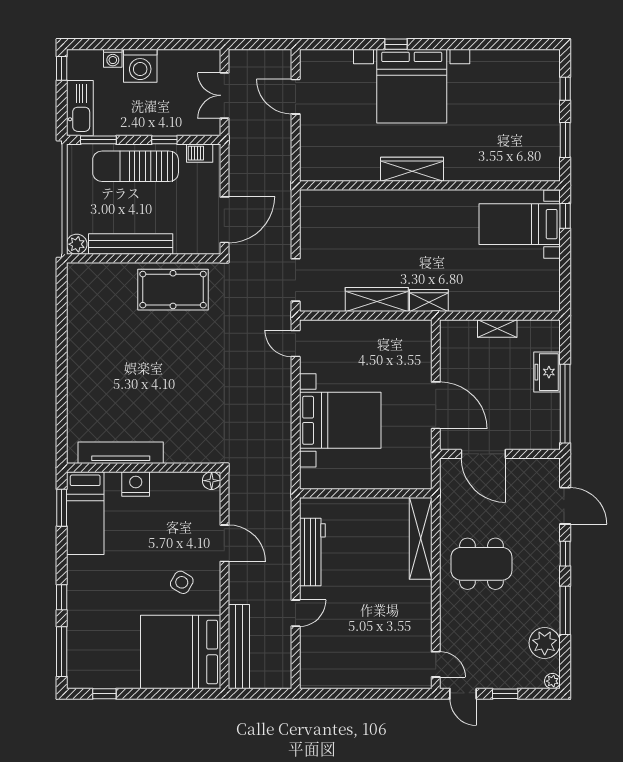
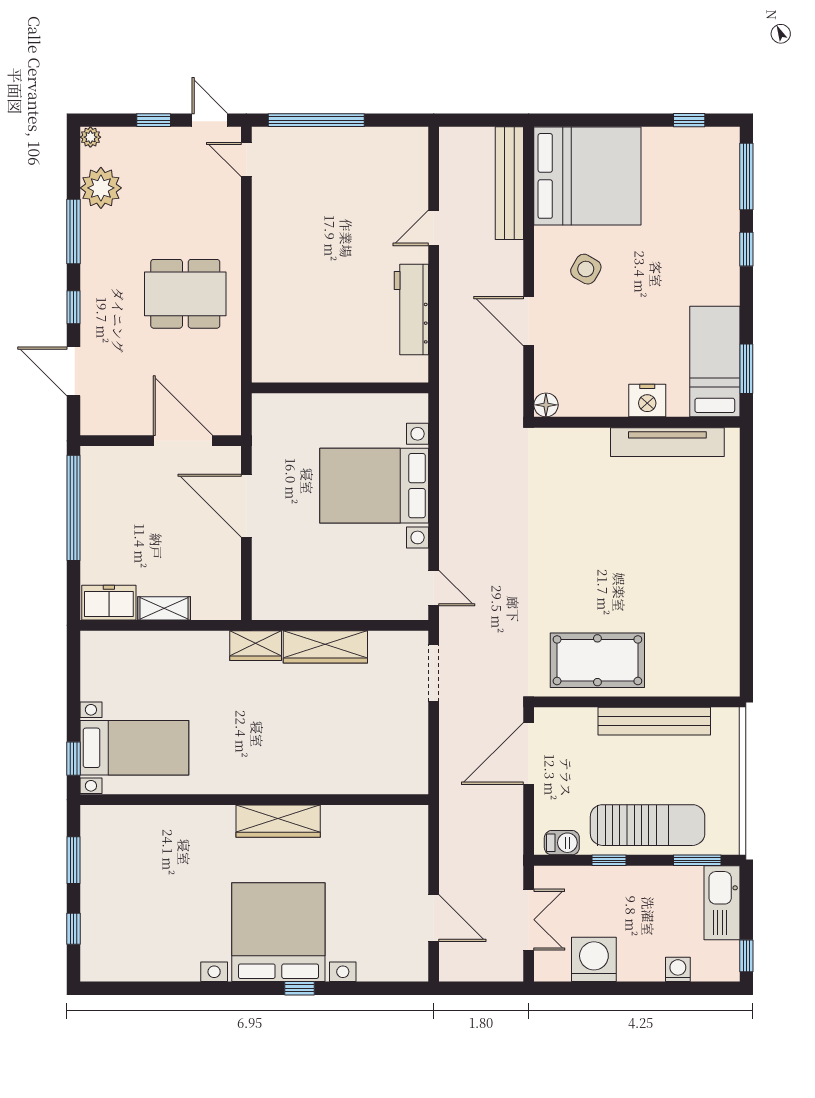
washing machine: (140, 66) -> (594, 959), moved
plant: (77, 244) -> (726, 721), removed
freezer: (547, 372) -> (109, 603), moved, turned -90
shelving: (421, 538) -> (267, 328), removed
window: (383, 694) -> (316, 120), added

